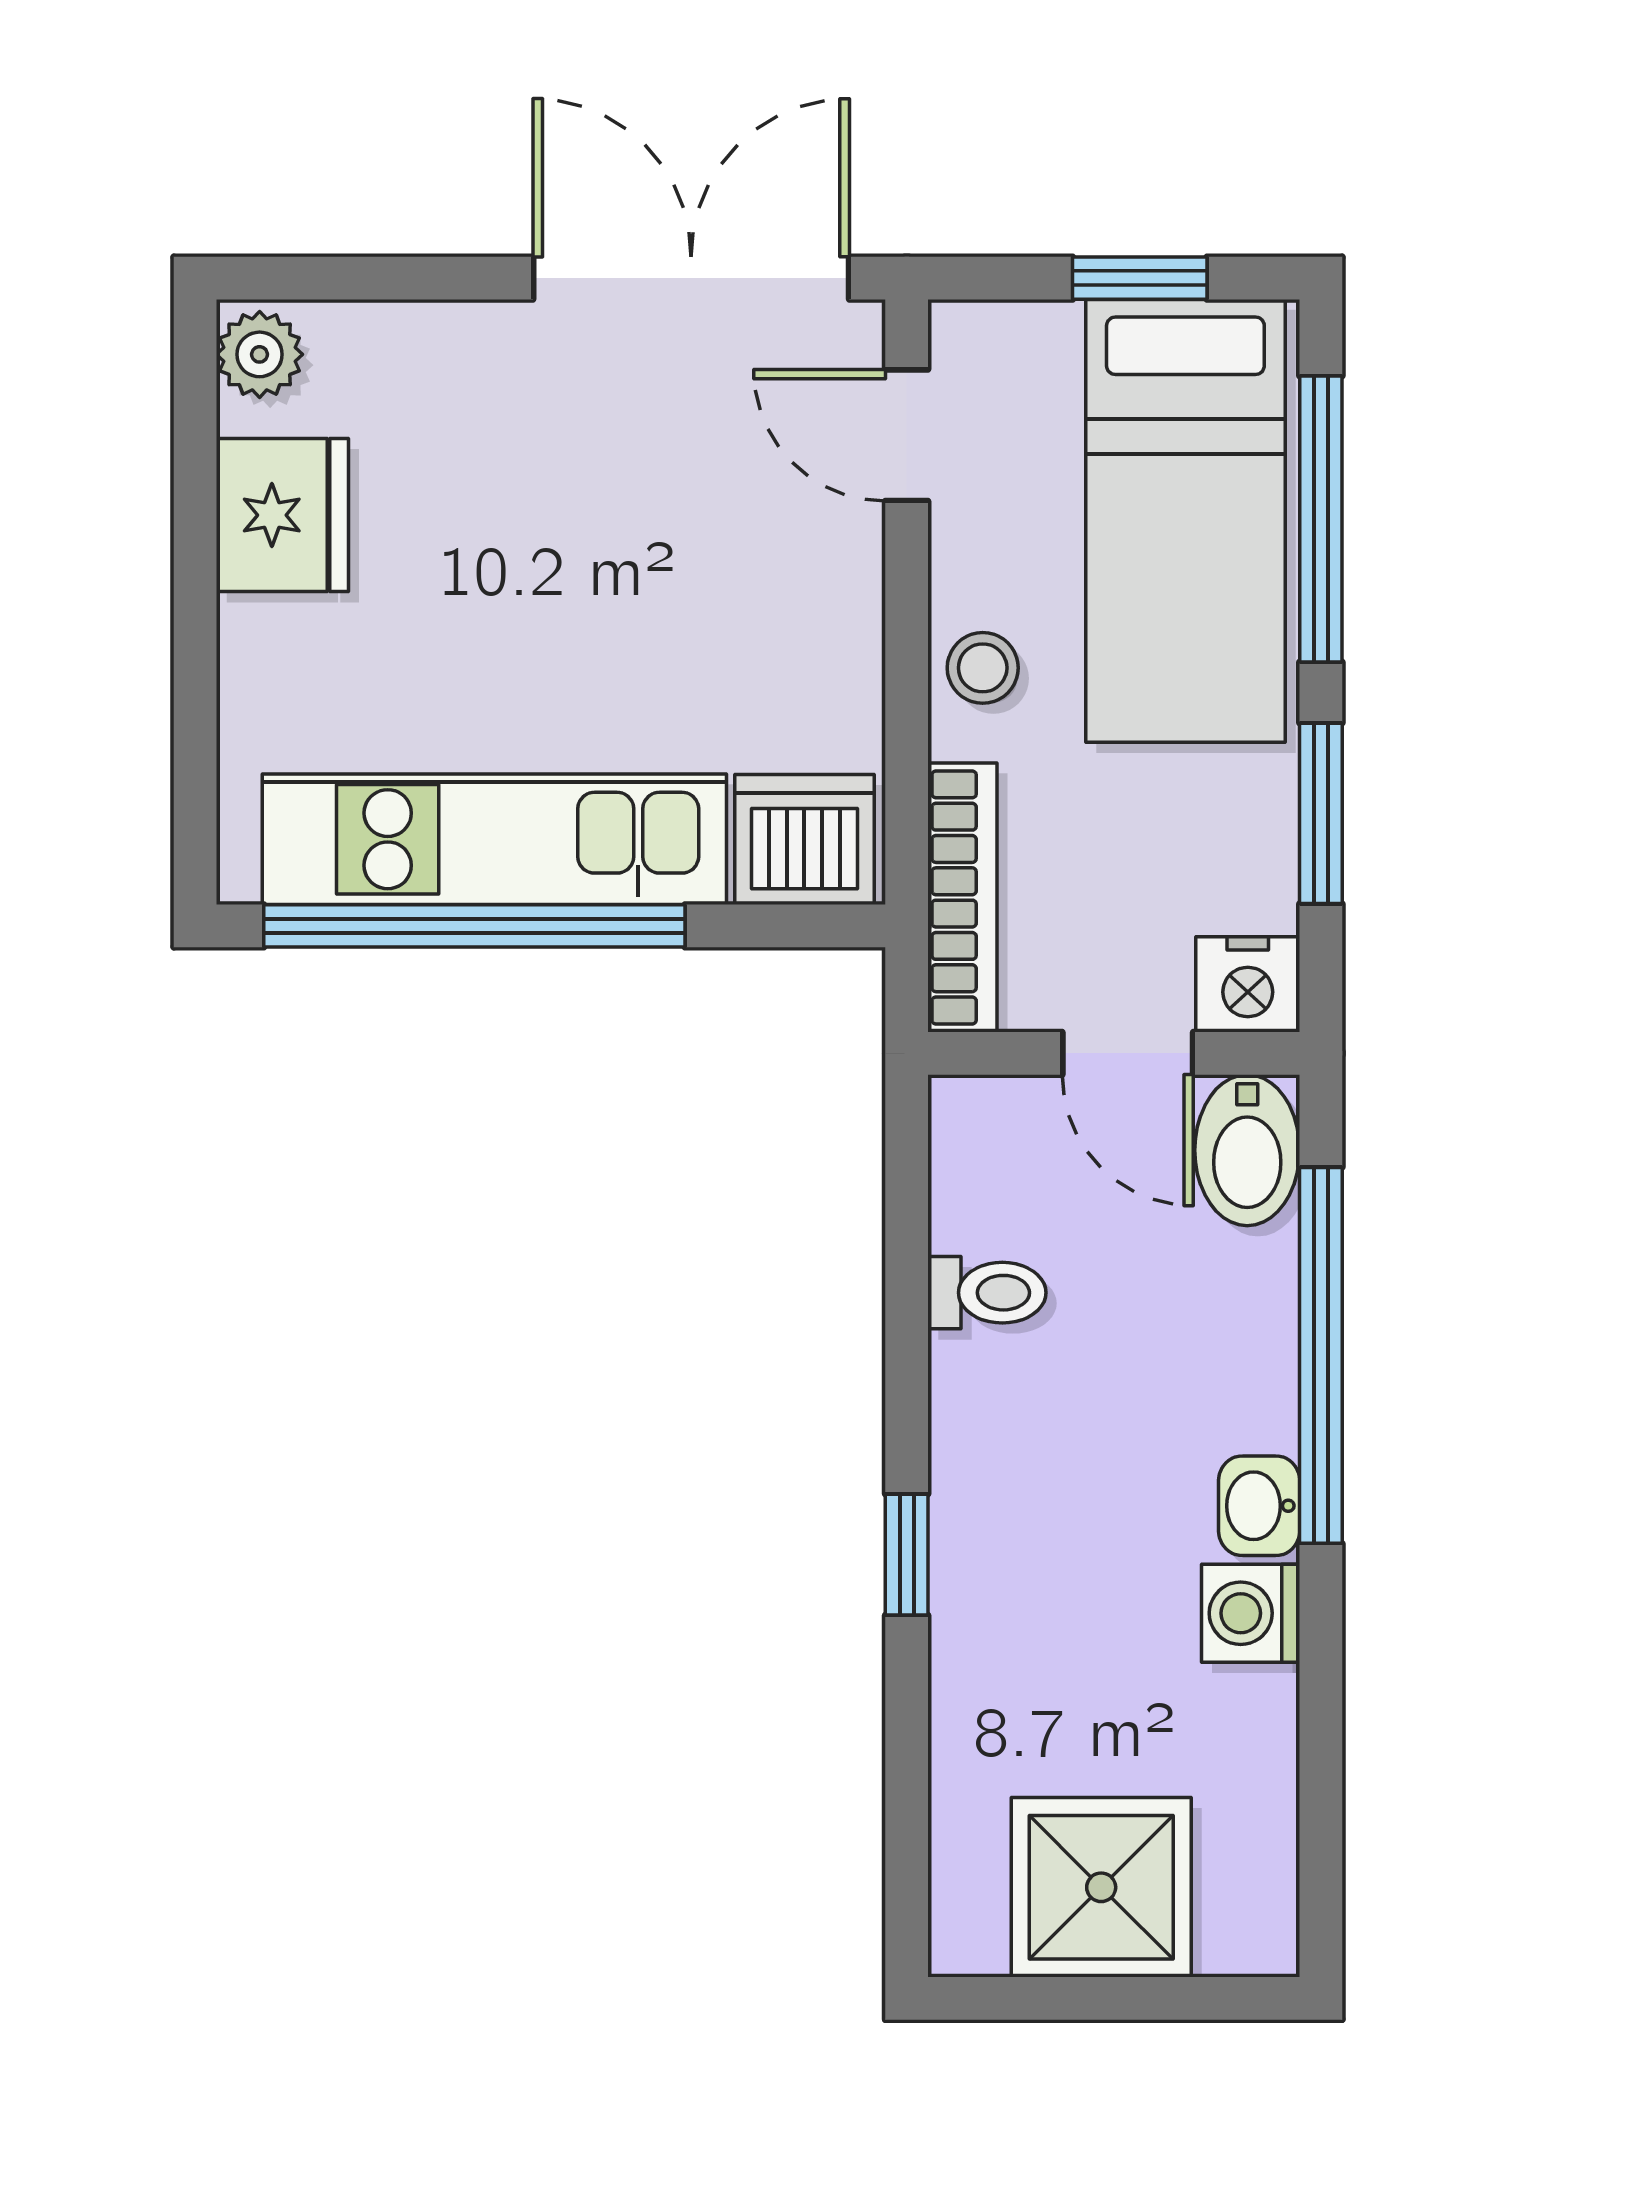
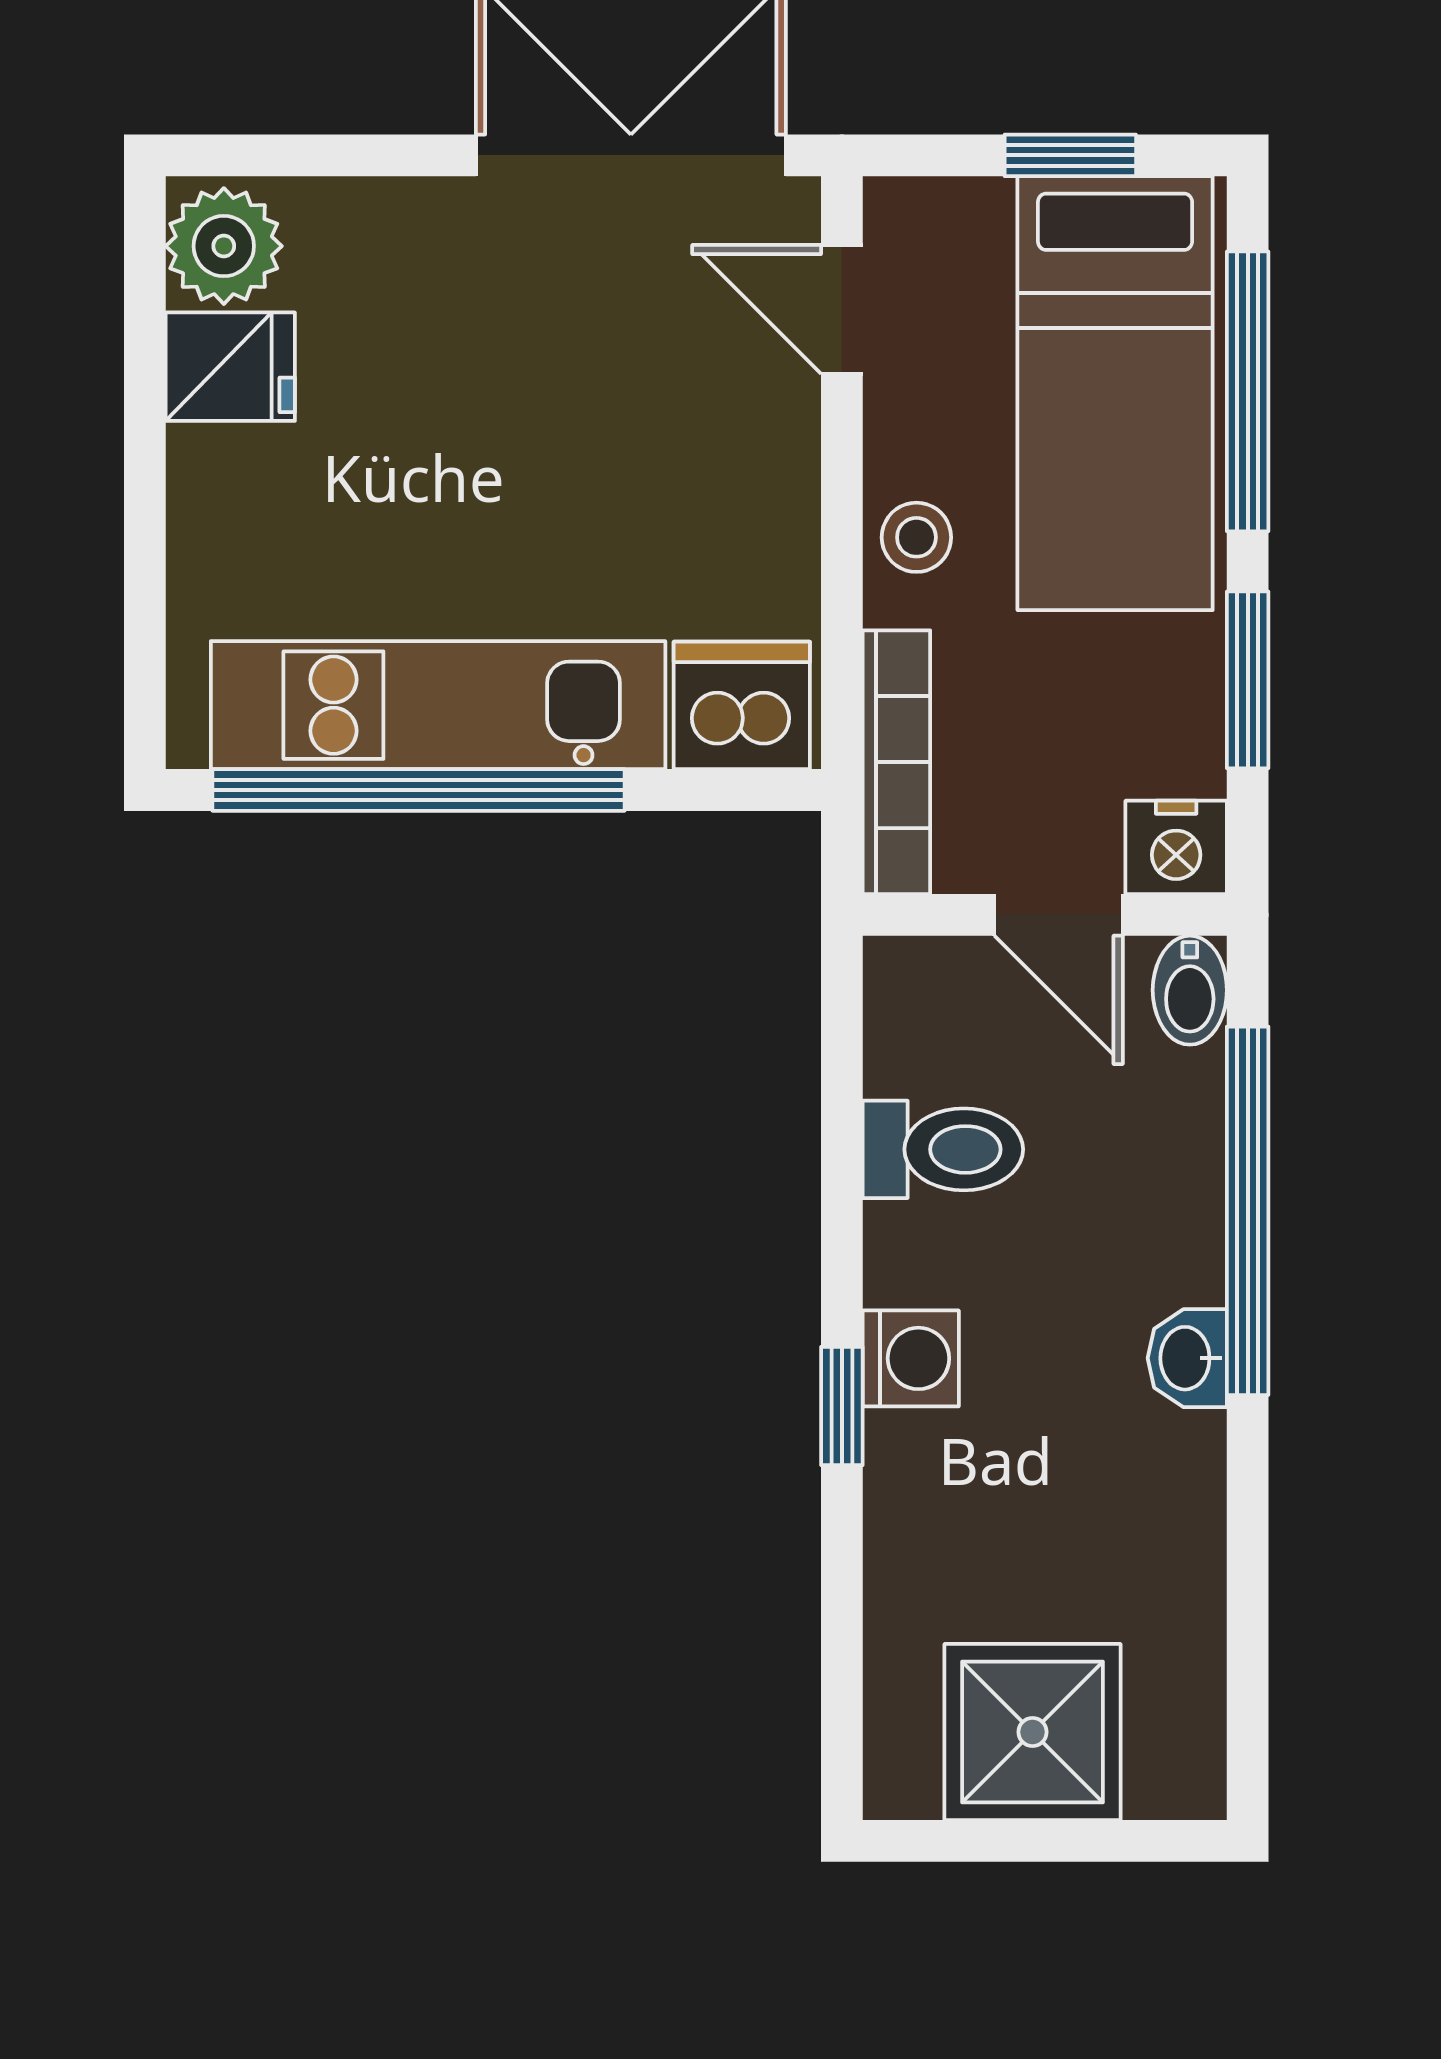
plant: (260, 354) -> (224, 246), width x1.38, depth x1.38
fridge: (282, 515) -> (230, 367), width x0.72
bidet: (1247, 1150) -> (1190, 990), width x0.72, depth x0.74
toilet: (987, 1293) -> (943, 1149), width x1.37, depth x1.39
washing machine: (1251, 1613) -> (911, 1358), moved, turned 180

